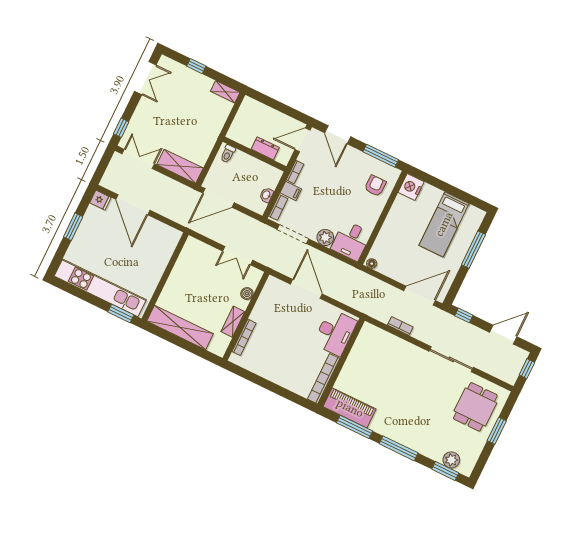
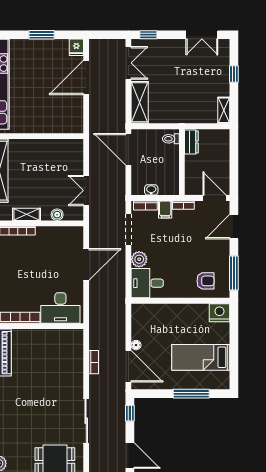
dresser: (265, 148) -> (191, 142), moved
floor lamp: (372, 264) -> (136, 345), moved

